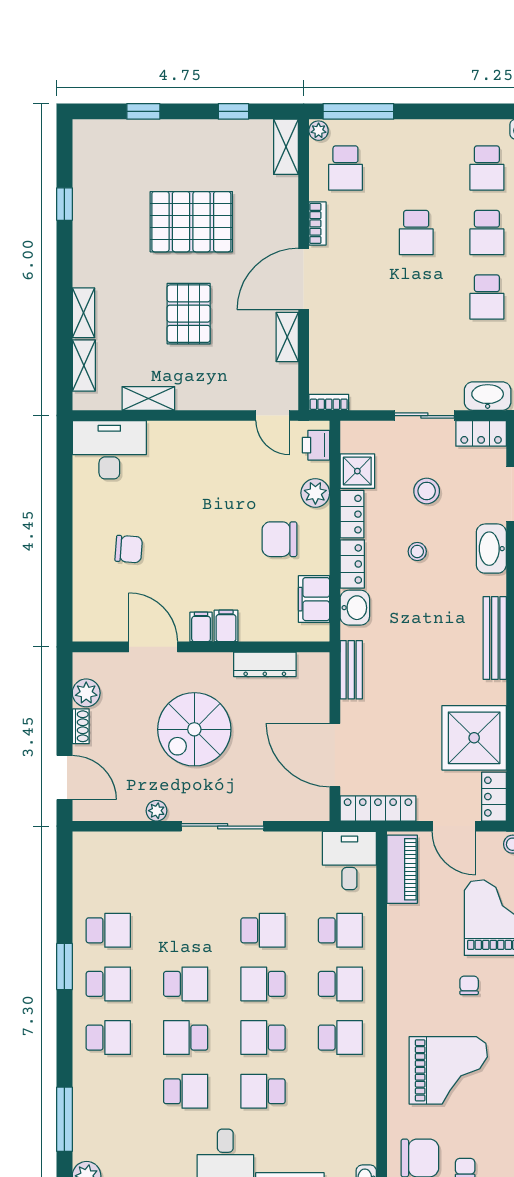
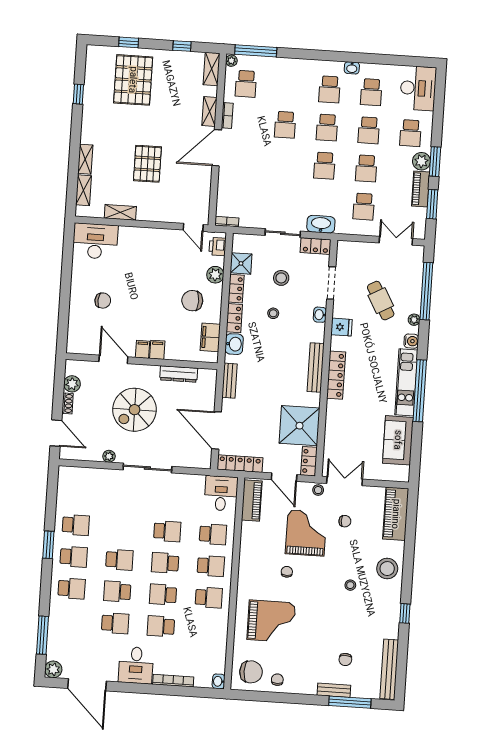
pallet: (191, 222) -> (133, 80), moved, turned 90
shelving: (287, 337) -> (209, 111), moved
washbasin: (491, 549) -> (320, 315), width x0.52, depth x0.69

